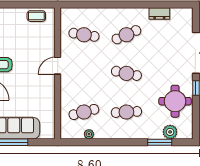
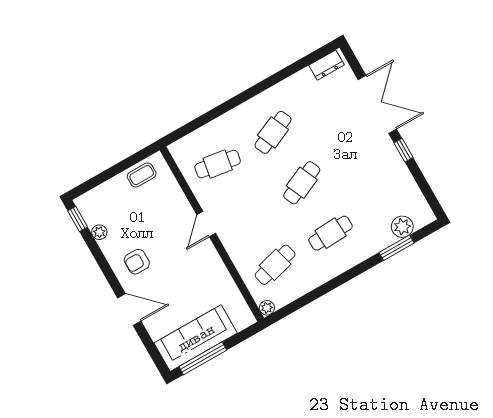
dresser: (159, 13) -> (326, 65), moved
cafe table: (126, 73) -> (302, 183), turned -36
round table: (175, 101) -> (386, 183), removed
plant: (89, 134) -> (267, 308), moved

